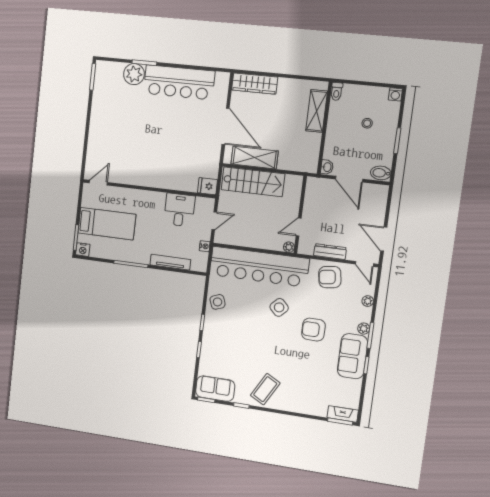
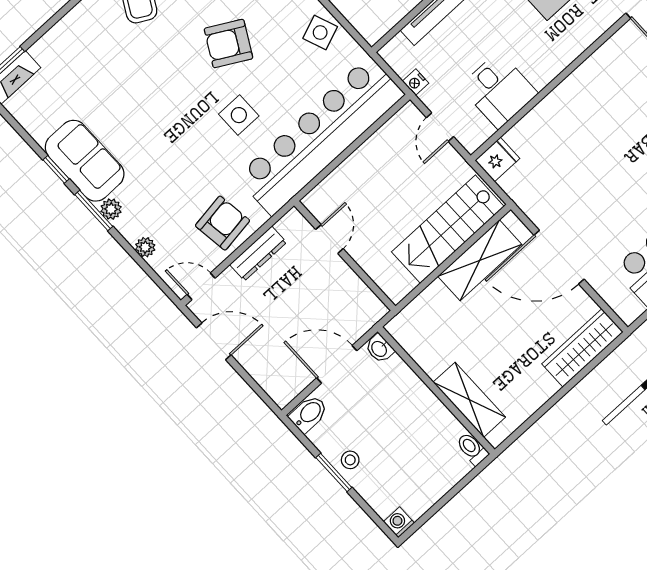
stool: (367, 123) -> (350, 460), moved
plant: (289, 247) -> (313, 202), removed
side table: (279, 307) -> (239, 115), turned 45
armchair: (313, 330) -> (228, 44), moved, turned -151

